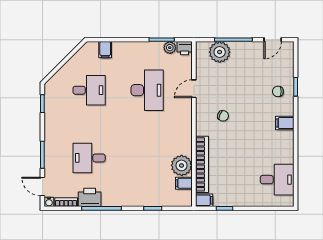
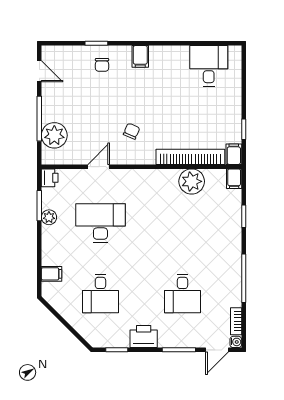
plant: (170, 48) -> (49, 217), moved
door: (194, 89) -> (99, 167), swing flipped
desk: (89, 90) -> (100, 293), turned 180
filing cabinet: (184, 183) -> (234, 179), moved
printer: (90, 197) -> (144, 337), moved, turned 90

